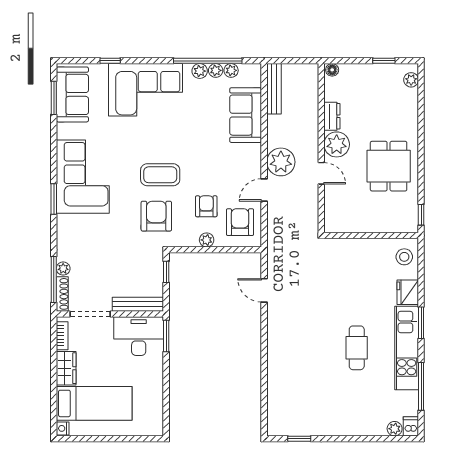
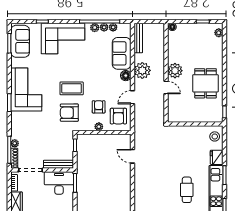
dresser: (332, 116) -> (172, 54), removed
floor lamp: (253, 153) -> (126, 76), added
plant: (281, 162) -> (142, 70), moved
armchair: (156, 216) -> (69, 113), turned -90
armchair: (240, 222) -> (118, 116), turned 180

